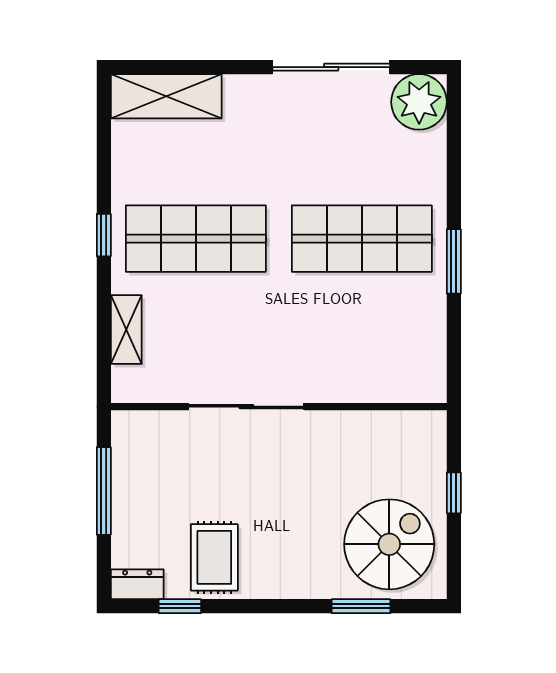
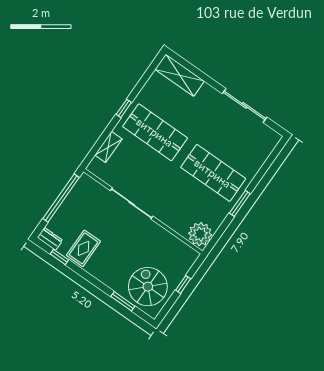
plant: (419, 102) -> (200, 234), moved
window: (104, 491) -> (61, 198), width x1.46
spiral stairs: (389, 544) -> (148, 287), turned -90

